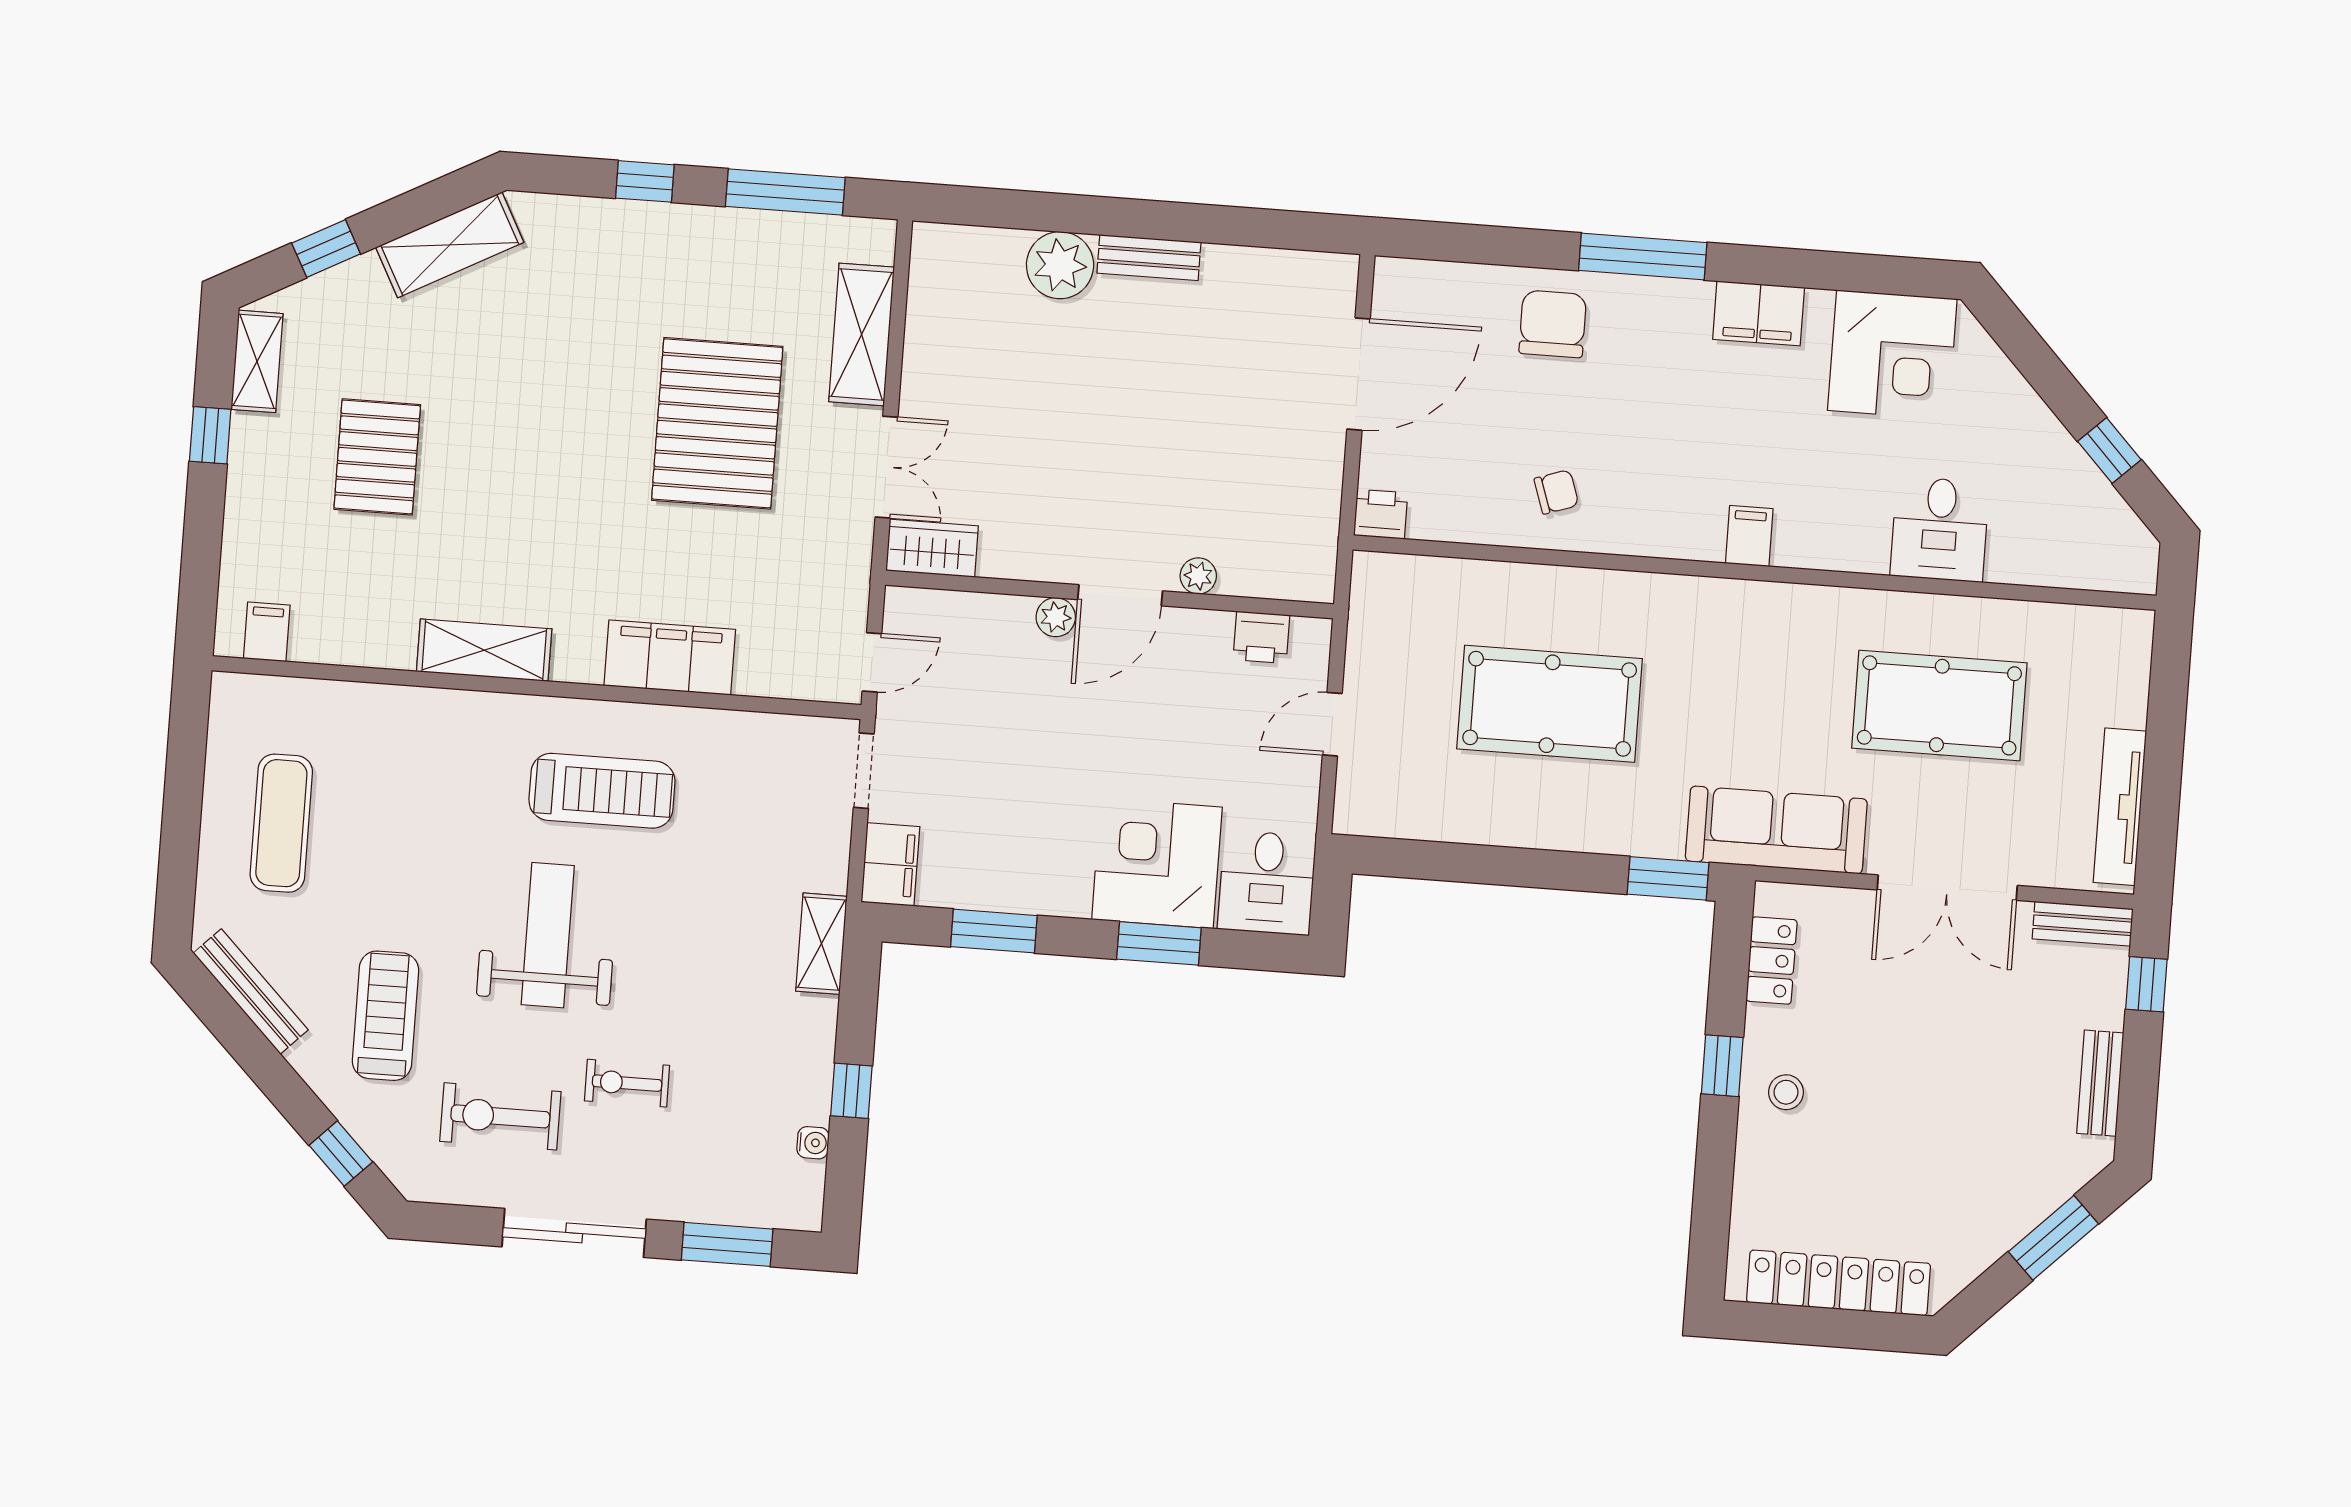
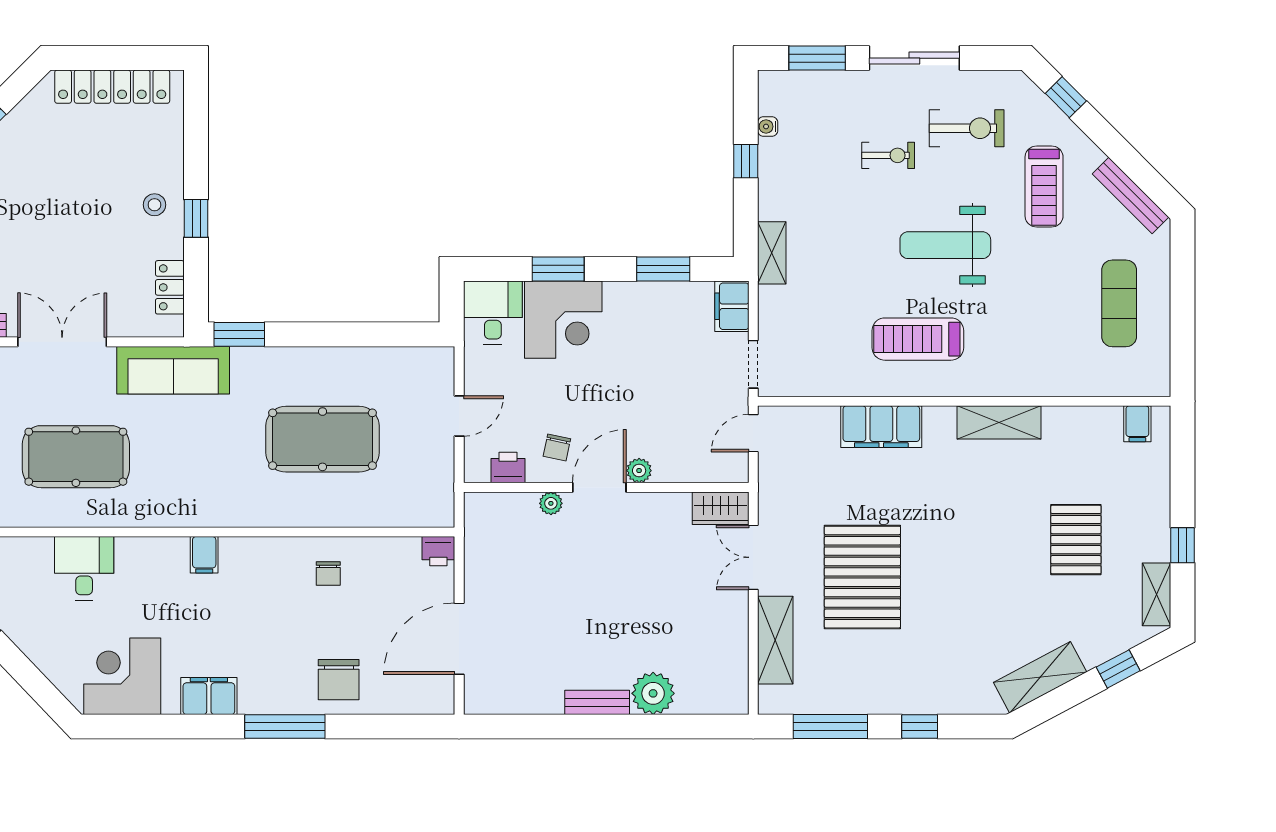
chair: (1556, 492) -> (328, 574), turned -71
chair: (1182, 663) -> (557, 447), added
weight bench: (548, 935) -> (945, 245), turned 90

